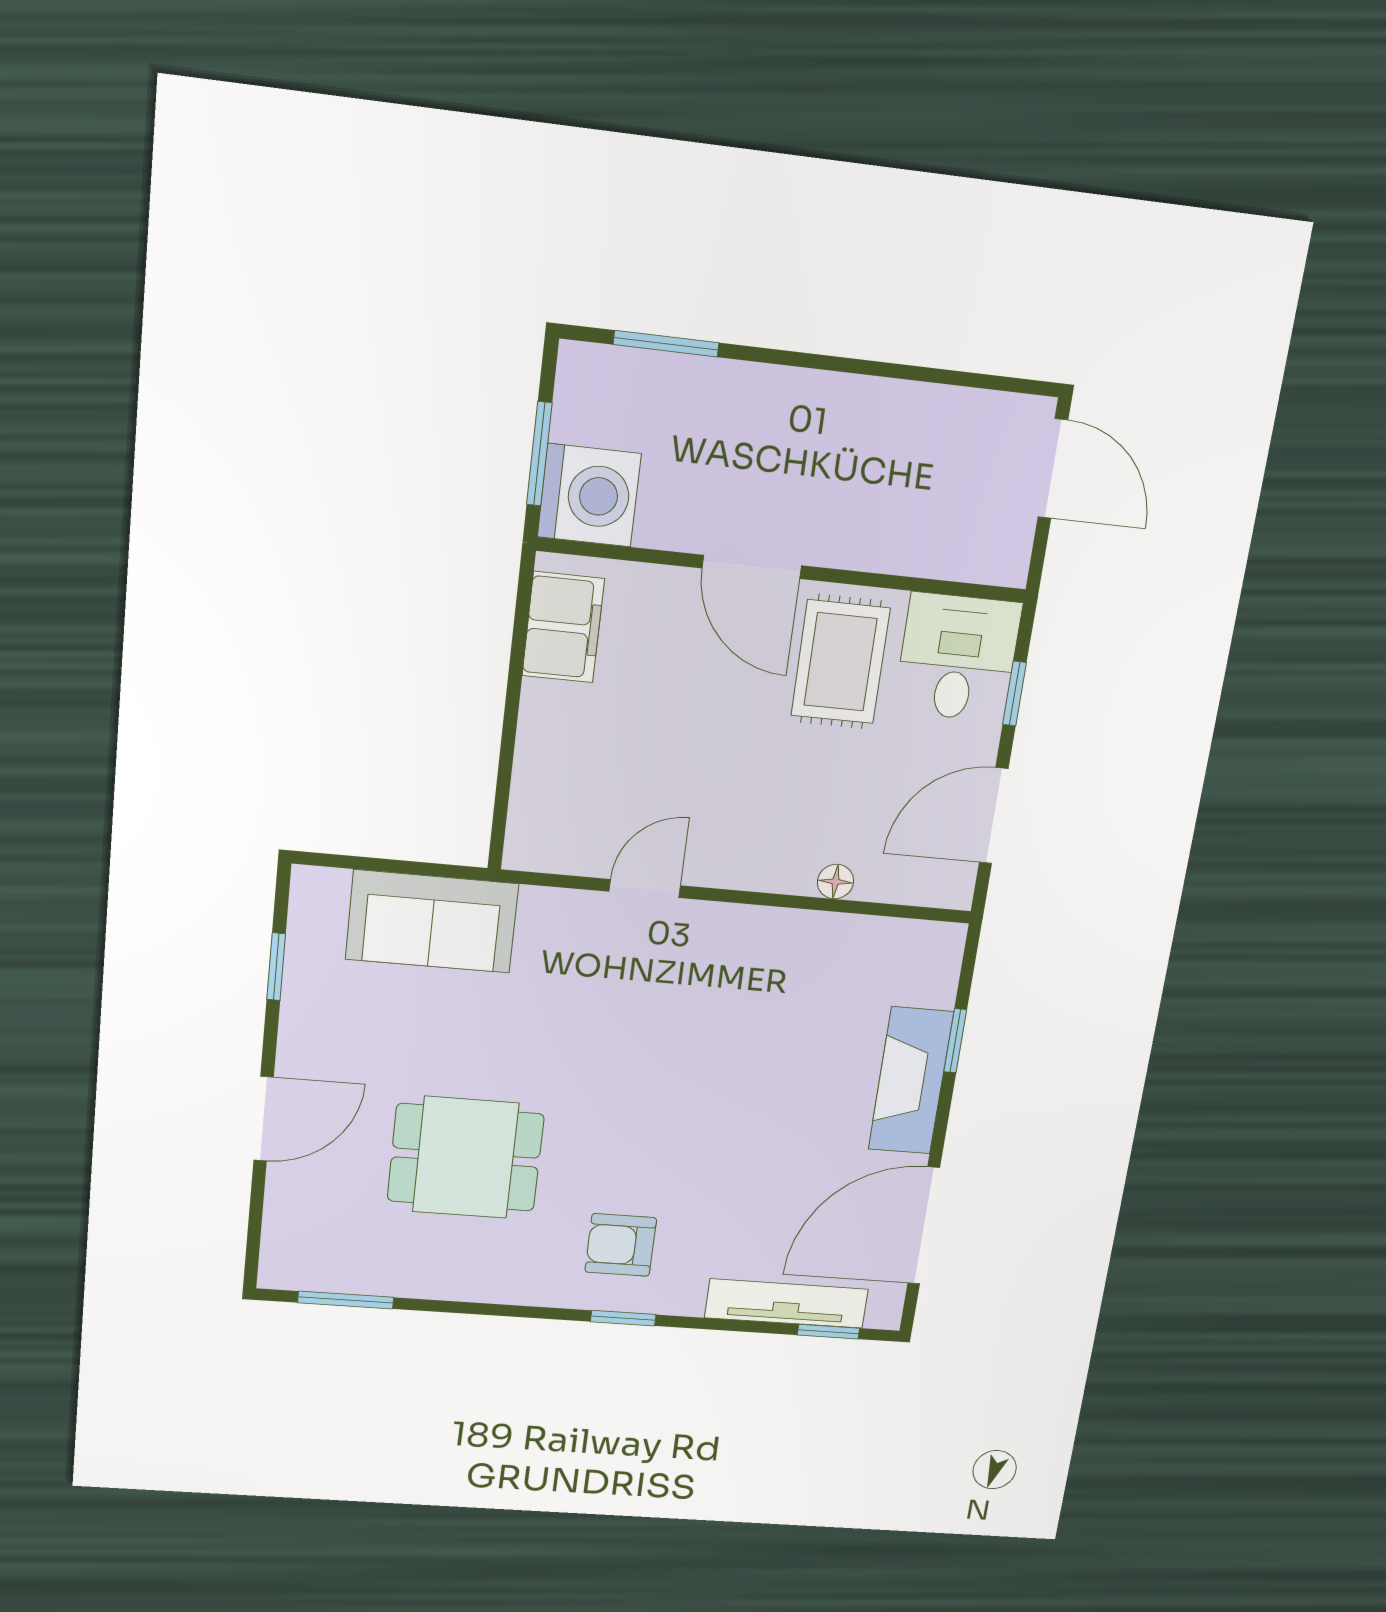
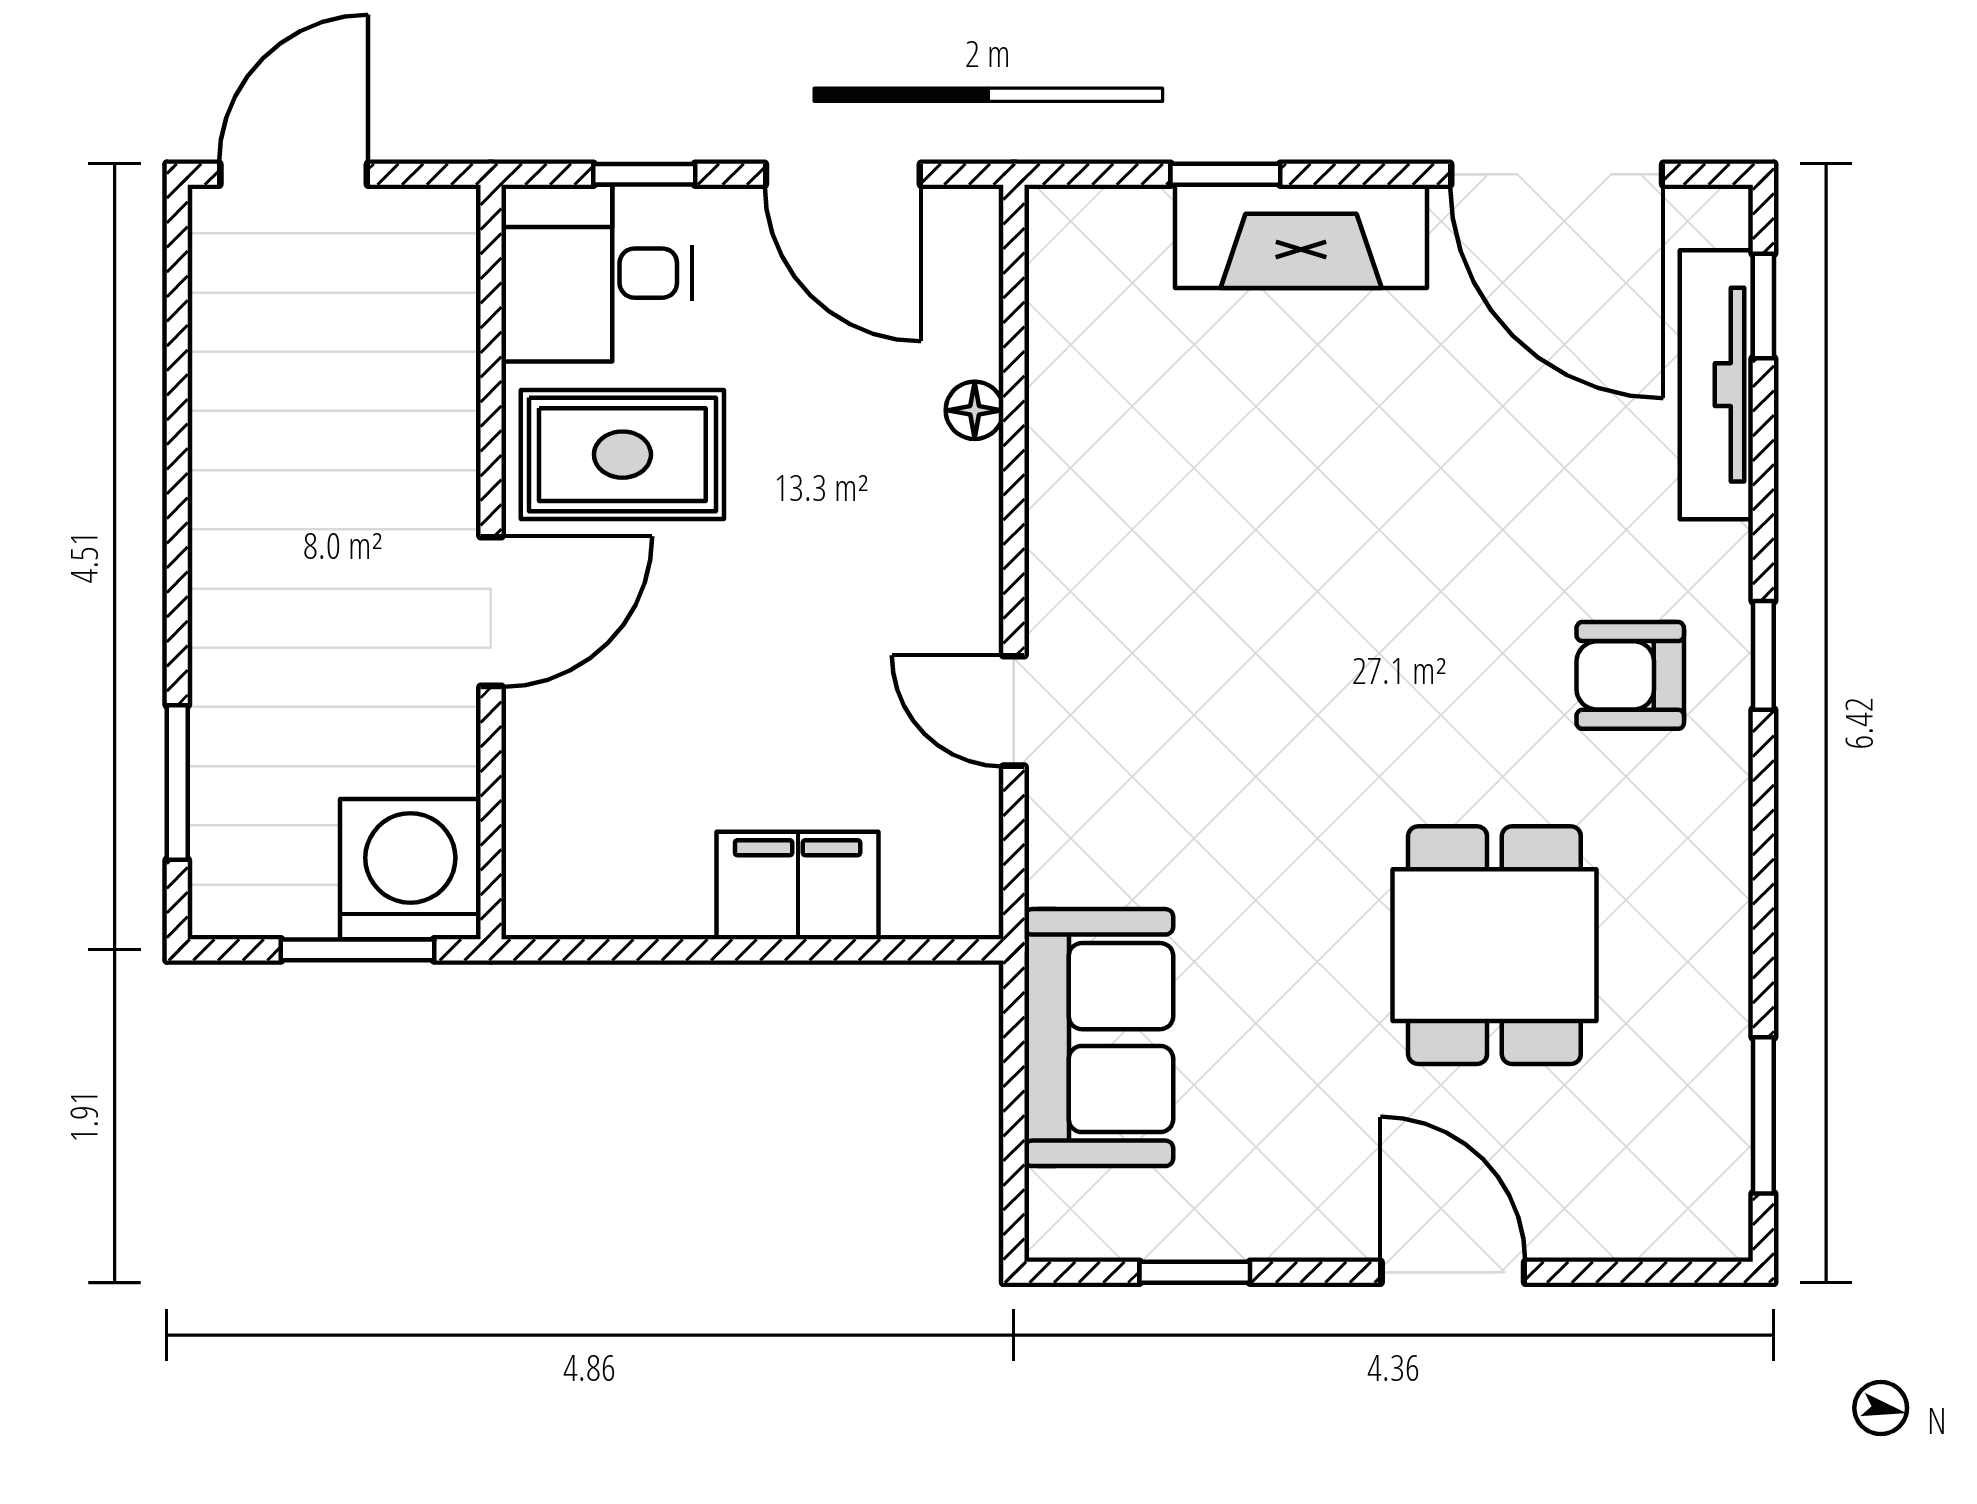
filing cabinet: (563, 627) -> (798, 885), moved
armchair: (621, 1245) -> (1630, 675), turned 90

